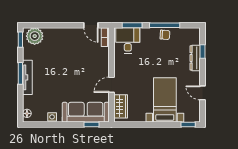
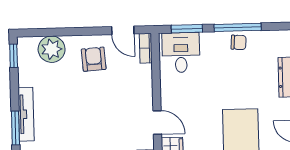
plant: (35, 36) -> (52, 49), moved
armchair: (72, 43) -> (94, 59), added
window: (20, 73) -> (15, 128), moved
door: (111, 85) -> (157, 122), swing flipped

